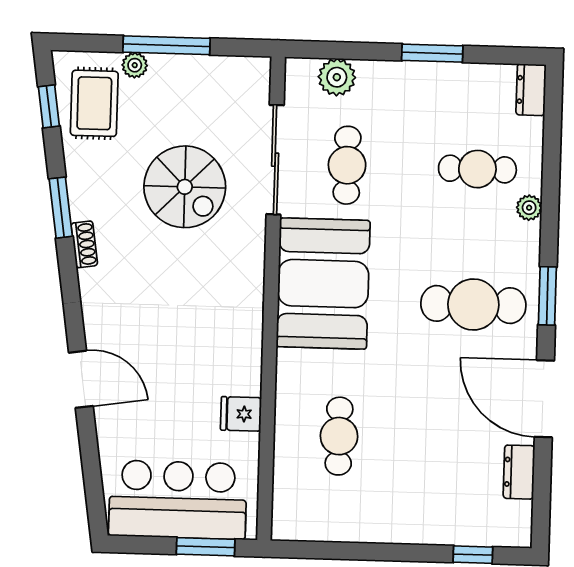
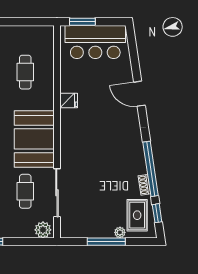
plant: (337, 77) -> (43, 230), moved
spiral stairs: (185, 187) -> (96, 180), removed
window: (61, 208) -> (151, 169), width x2.11
shoe rack: (84, 244) -> (144, 185), moved
fridge: (241, 414) -> (69, 101), moved

